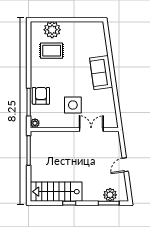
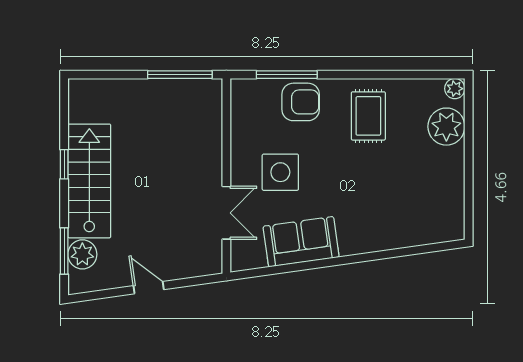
rug: (52, 51) -> (368, 116), moved
sofa: (101, 73) -> (301, 242), moved
plant: (35, 123) -> (455, 89), moved
stairs: (56, 192) -> (89, 181), moved

